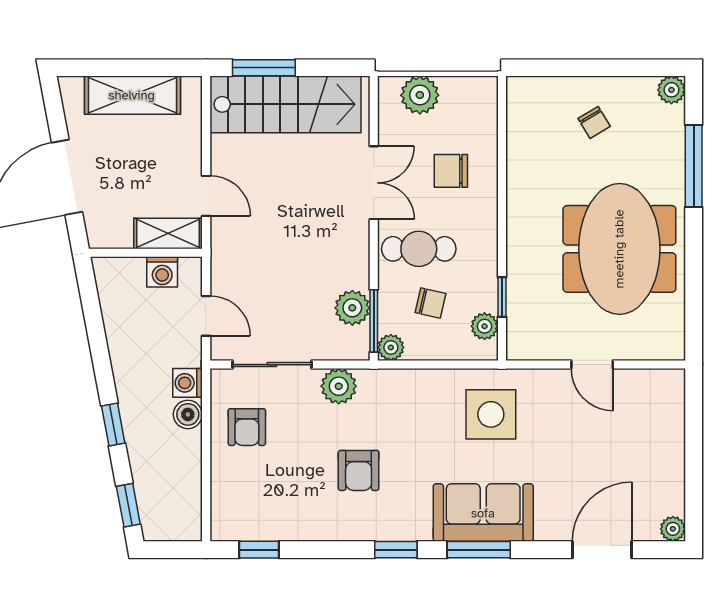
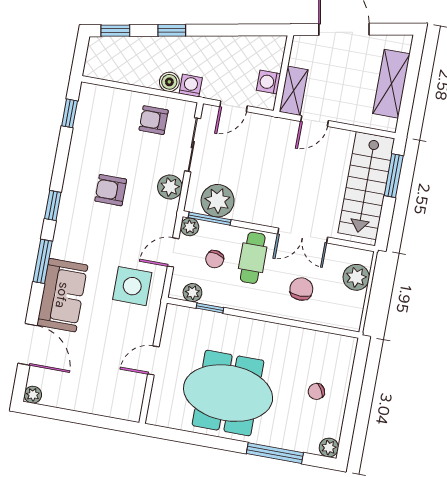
plant: (352, 308) -> (218, 201), width x1.36, depth x1.36
door: (432, 365) -> (173, 252), added
sofa: (483, 513) -> (62, 295), moved

